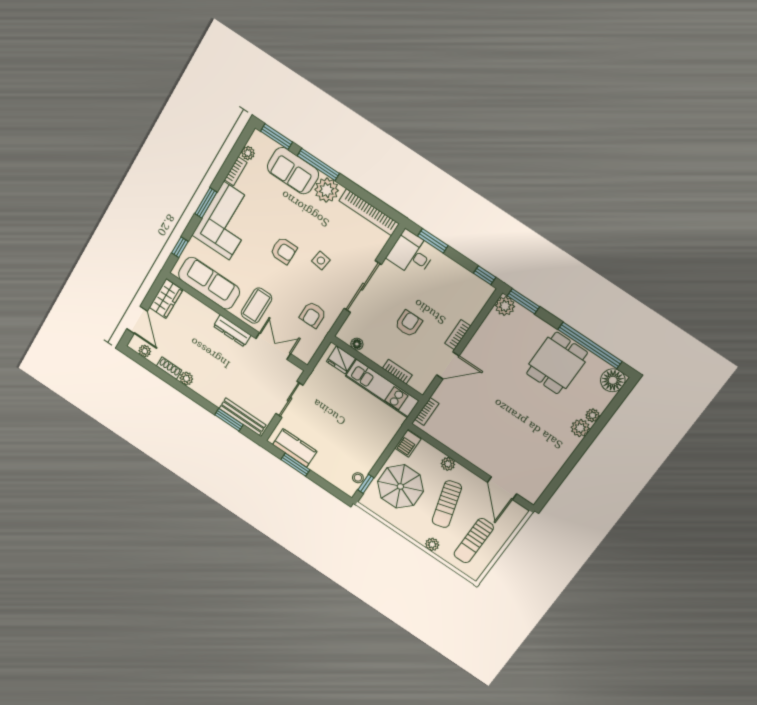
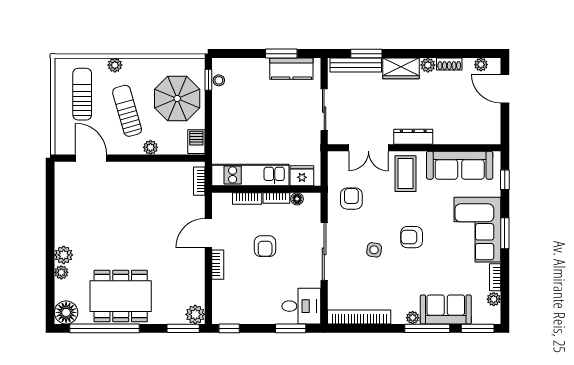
plant: (327, 190) -> (413, 318), width x0.53, depth x0.53
wardrobe: (166, 299) -> (401, 68), moved, turned -90
bookcase: (373, 356) -> (276, 198), added
dining table: (557, 363) -> (121, 296), width x1.38

